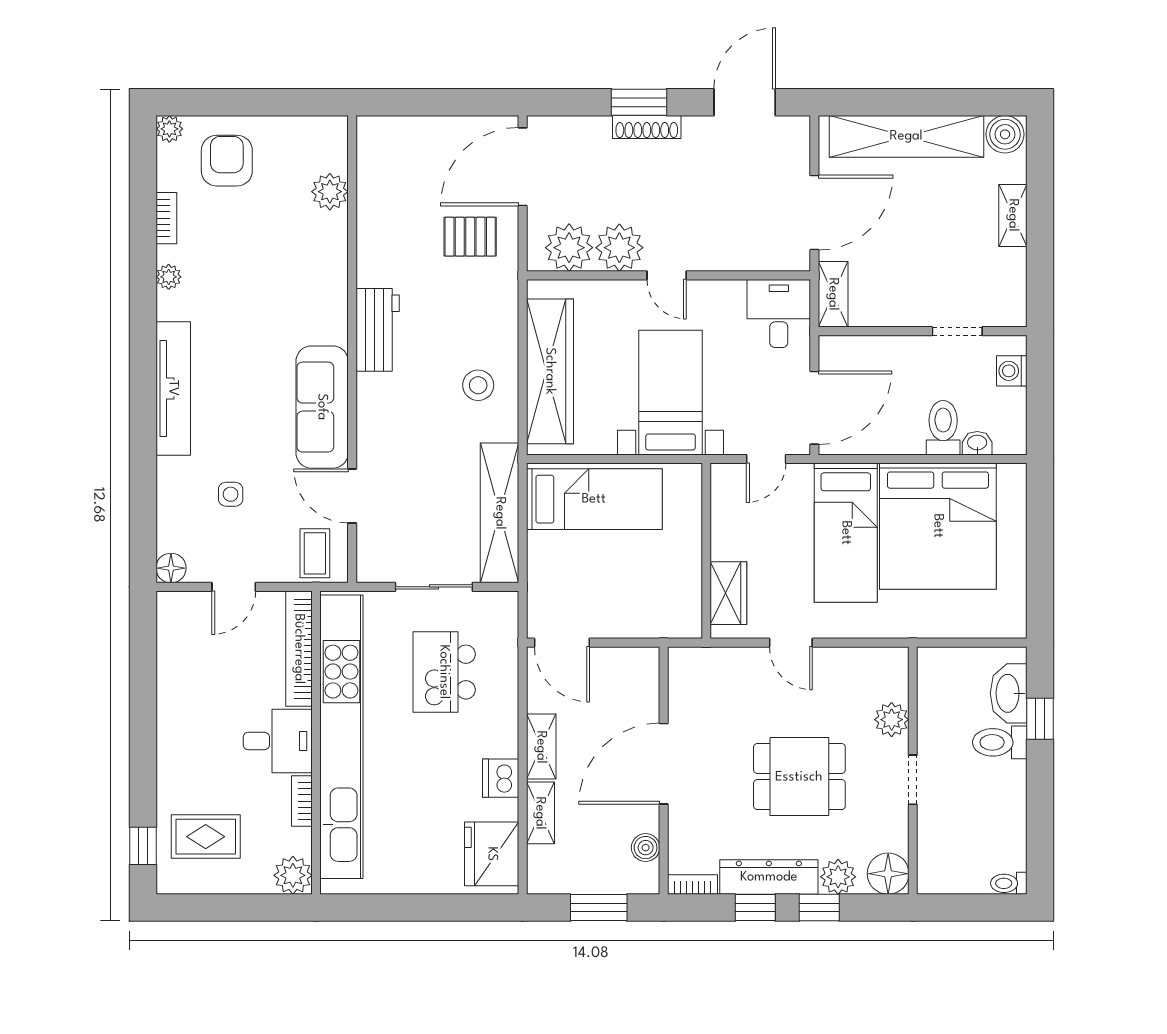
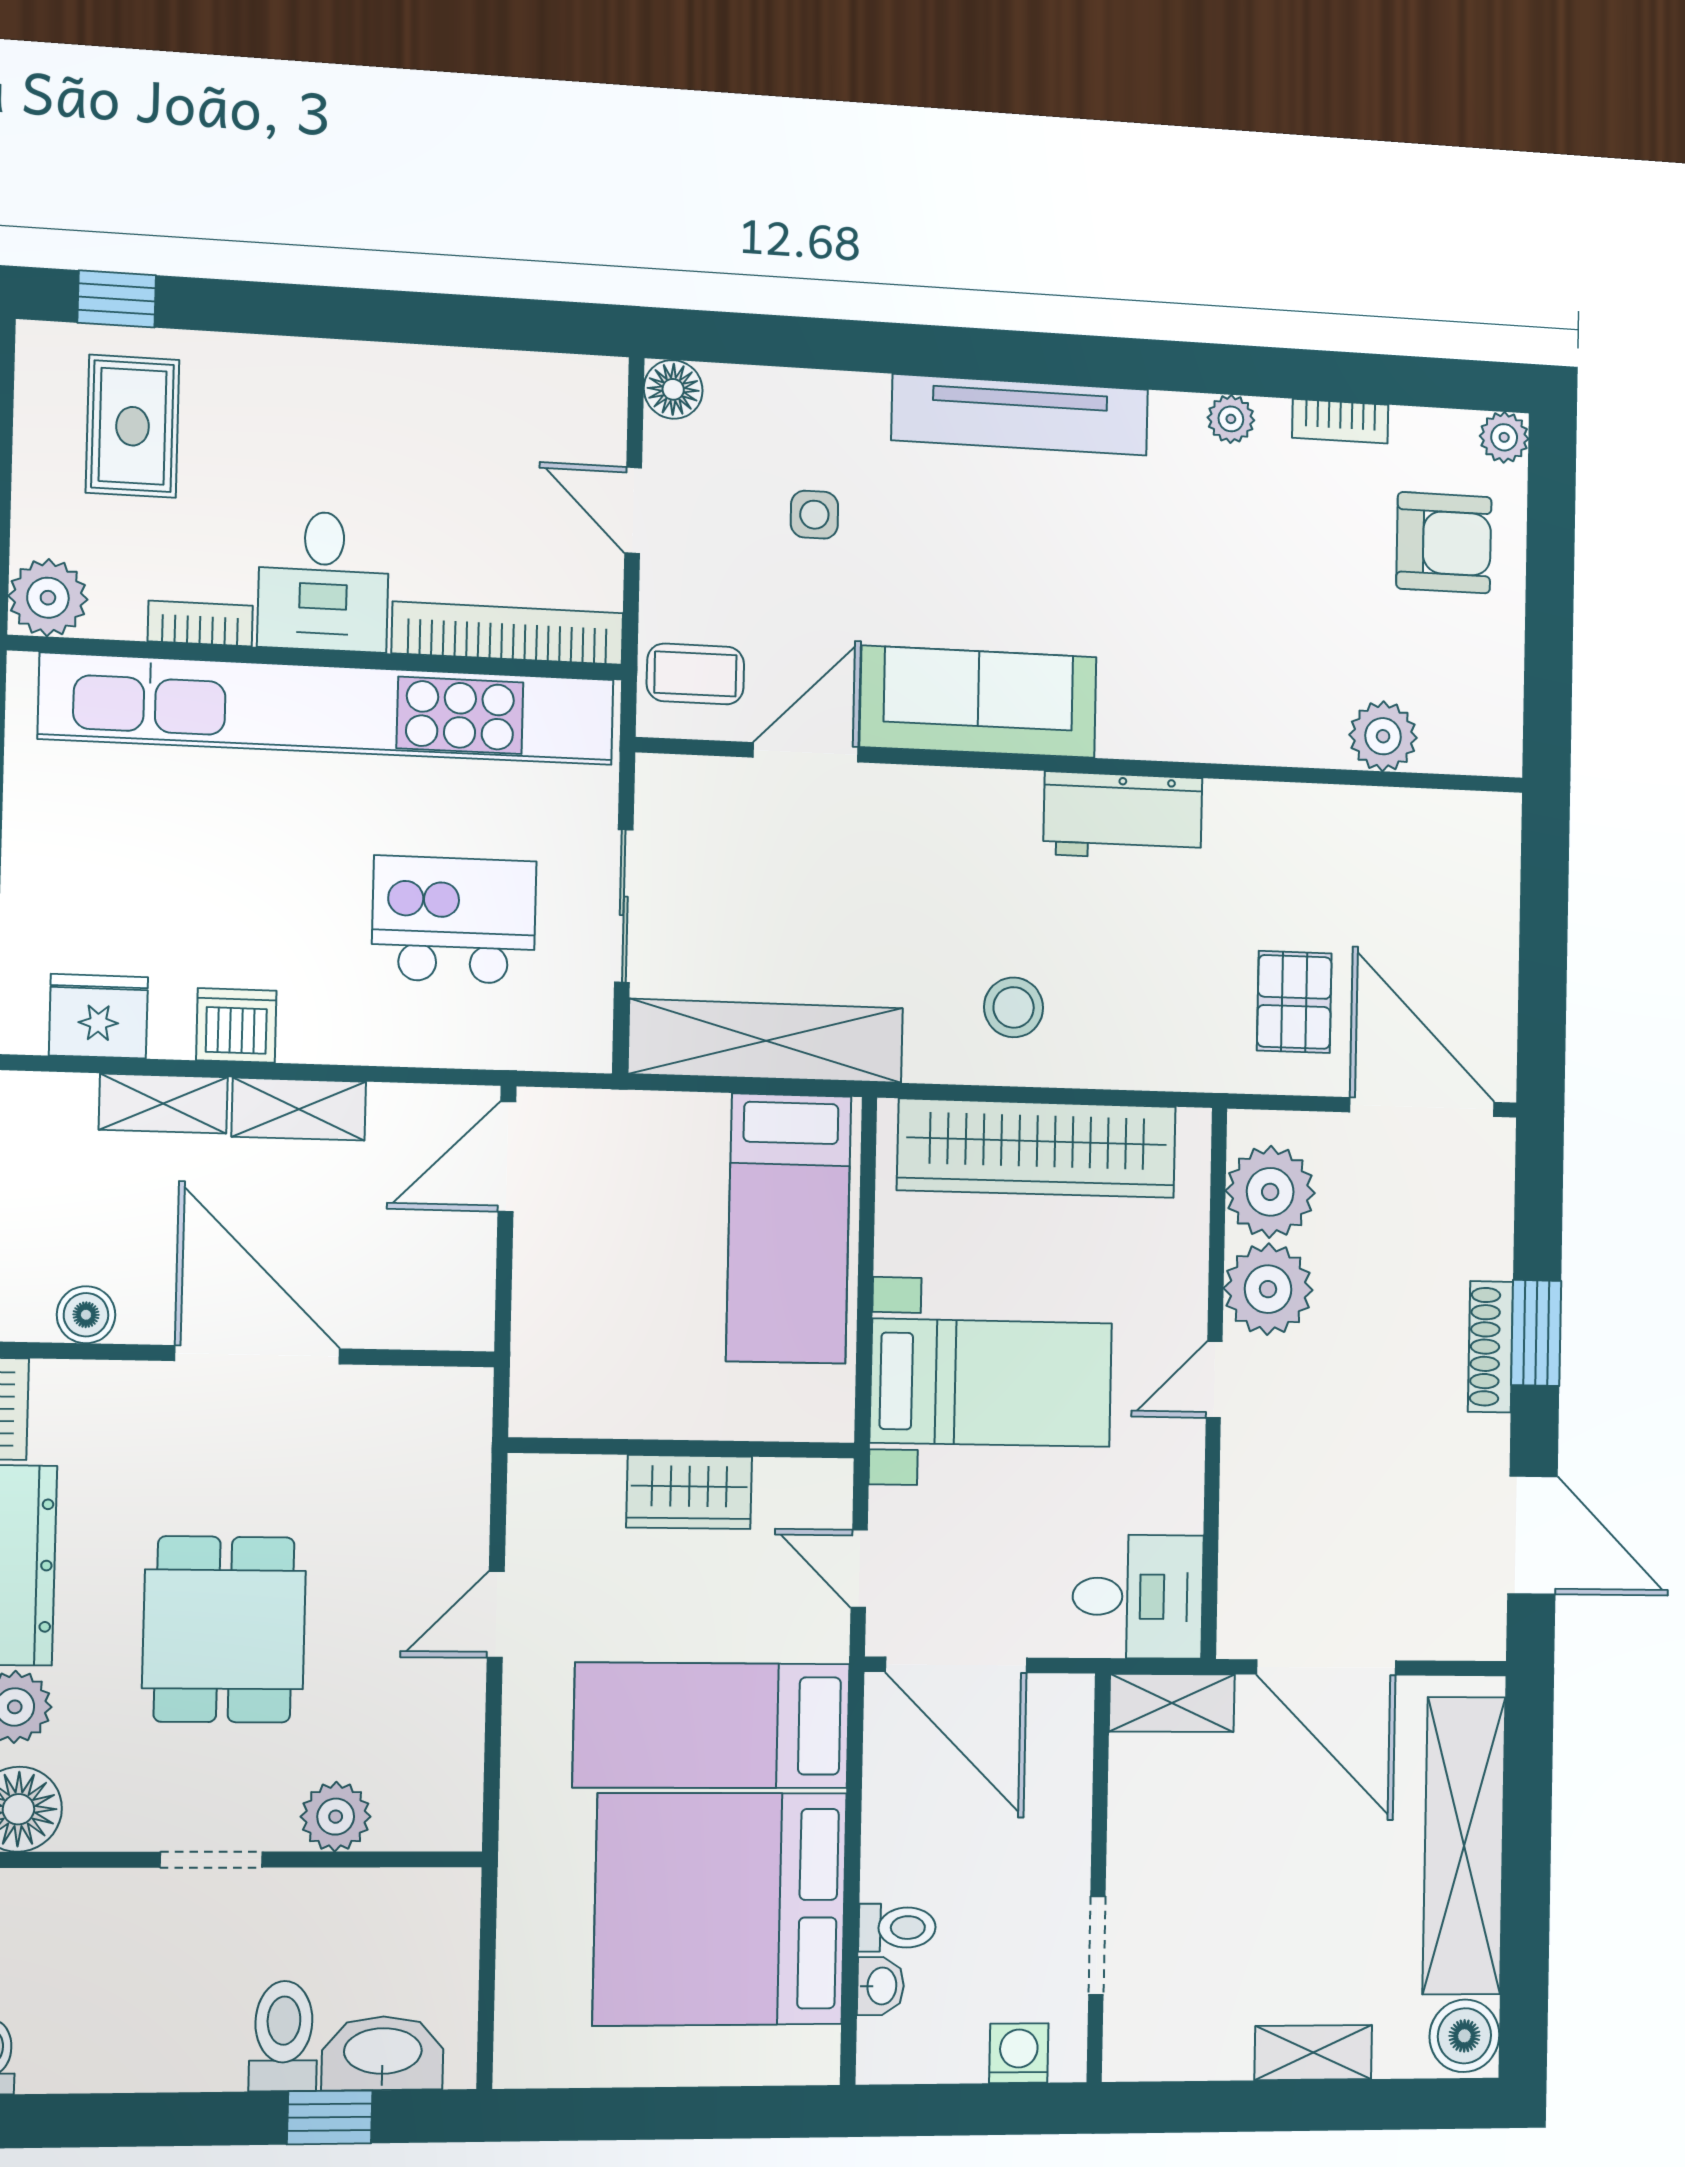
toilet: (943, 428) -> (897, 1928), width x0.73, depth x0.72
wardrobe: (728, 593) -> (689, 1492), moved
fridge: (492, 854) -> (98, 1016), width x0.73, depth x0.75

